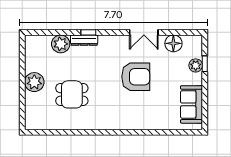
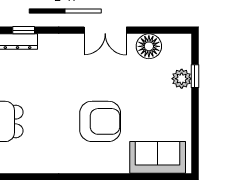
armchair: (136, 77) -> (100, 121), moved
sofa: (191, 104) -> (158, 157), moved, turned 90

